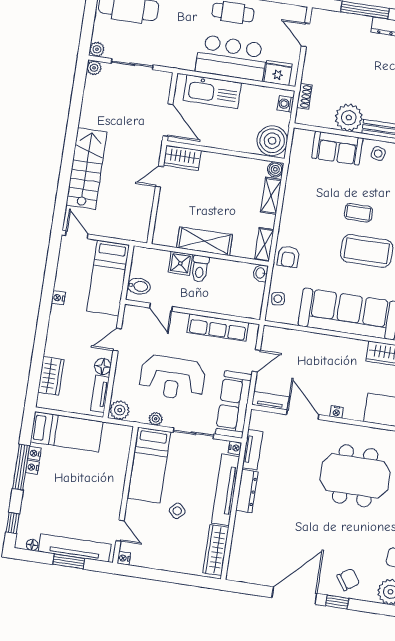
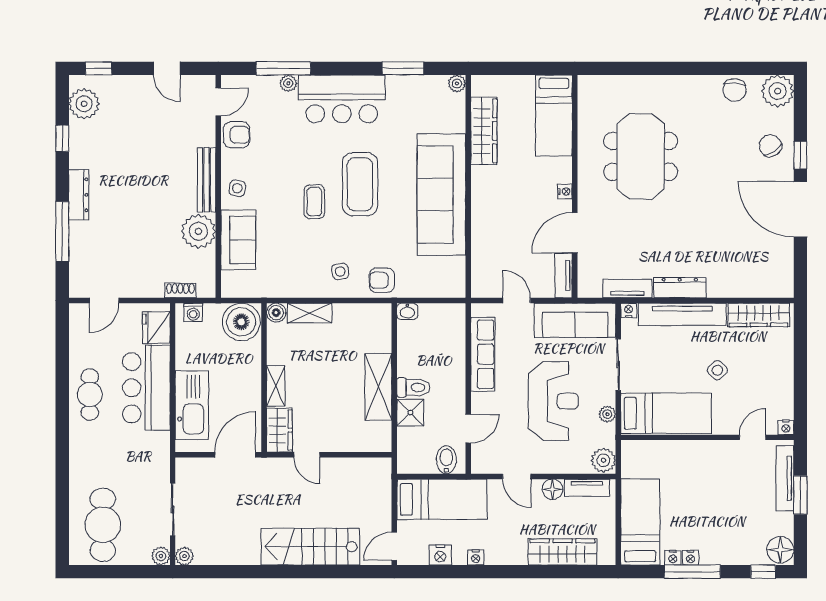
shelving: (264, 245) -> (276, 386), moved, turned 90
armchair: (288, 257) -> (382, 280), turned 180
nightstand: (64, 270) -> (440, 555), added
side table: (278, 299) -> (340, 271), moved
wardrobe: (51, 376) -> (563, 552), width x1.50
floor lamp: (32, 545) -> (780, 550), width x1.89, depth x1.89
tv unit: (75, 548) -> (785, 478), width x0.73, depth x0.78

